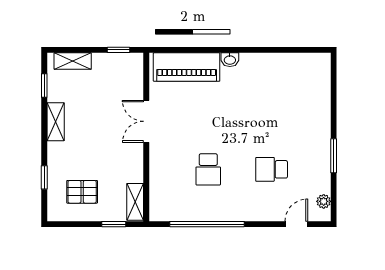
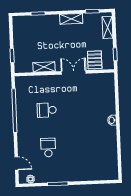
piano: (187, 67) -> (107, 95), removed
pallet: (82, 192) -> (95, 60), moved
shelving: (135, 202) -> (44, 67), moved

